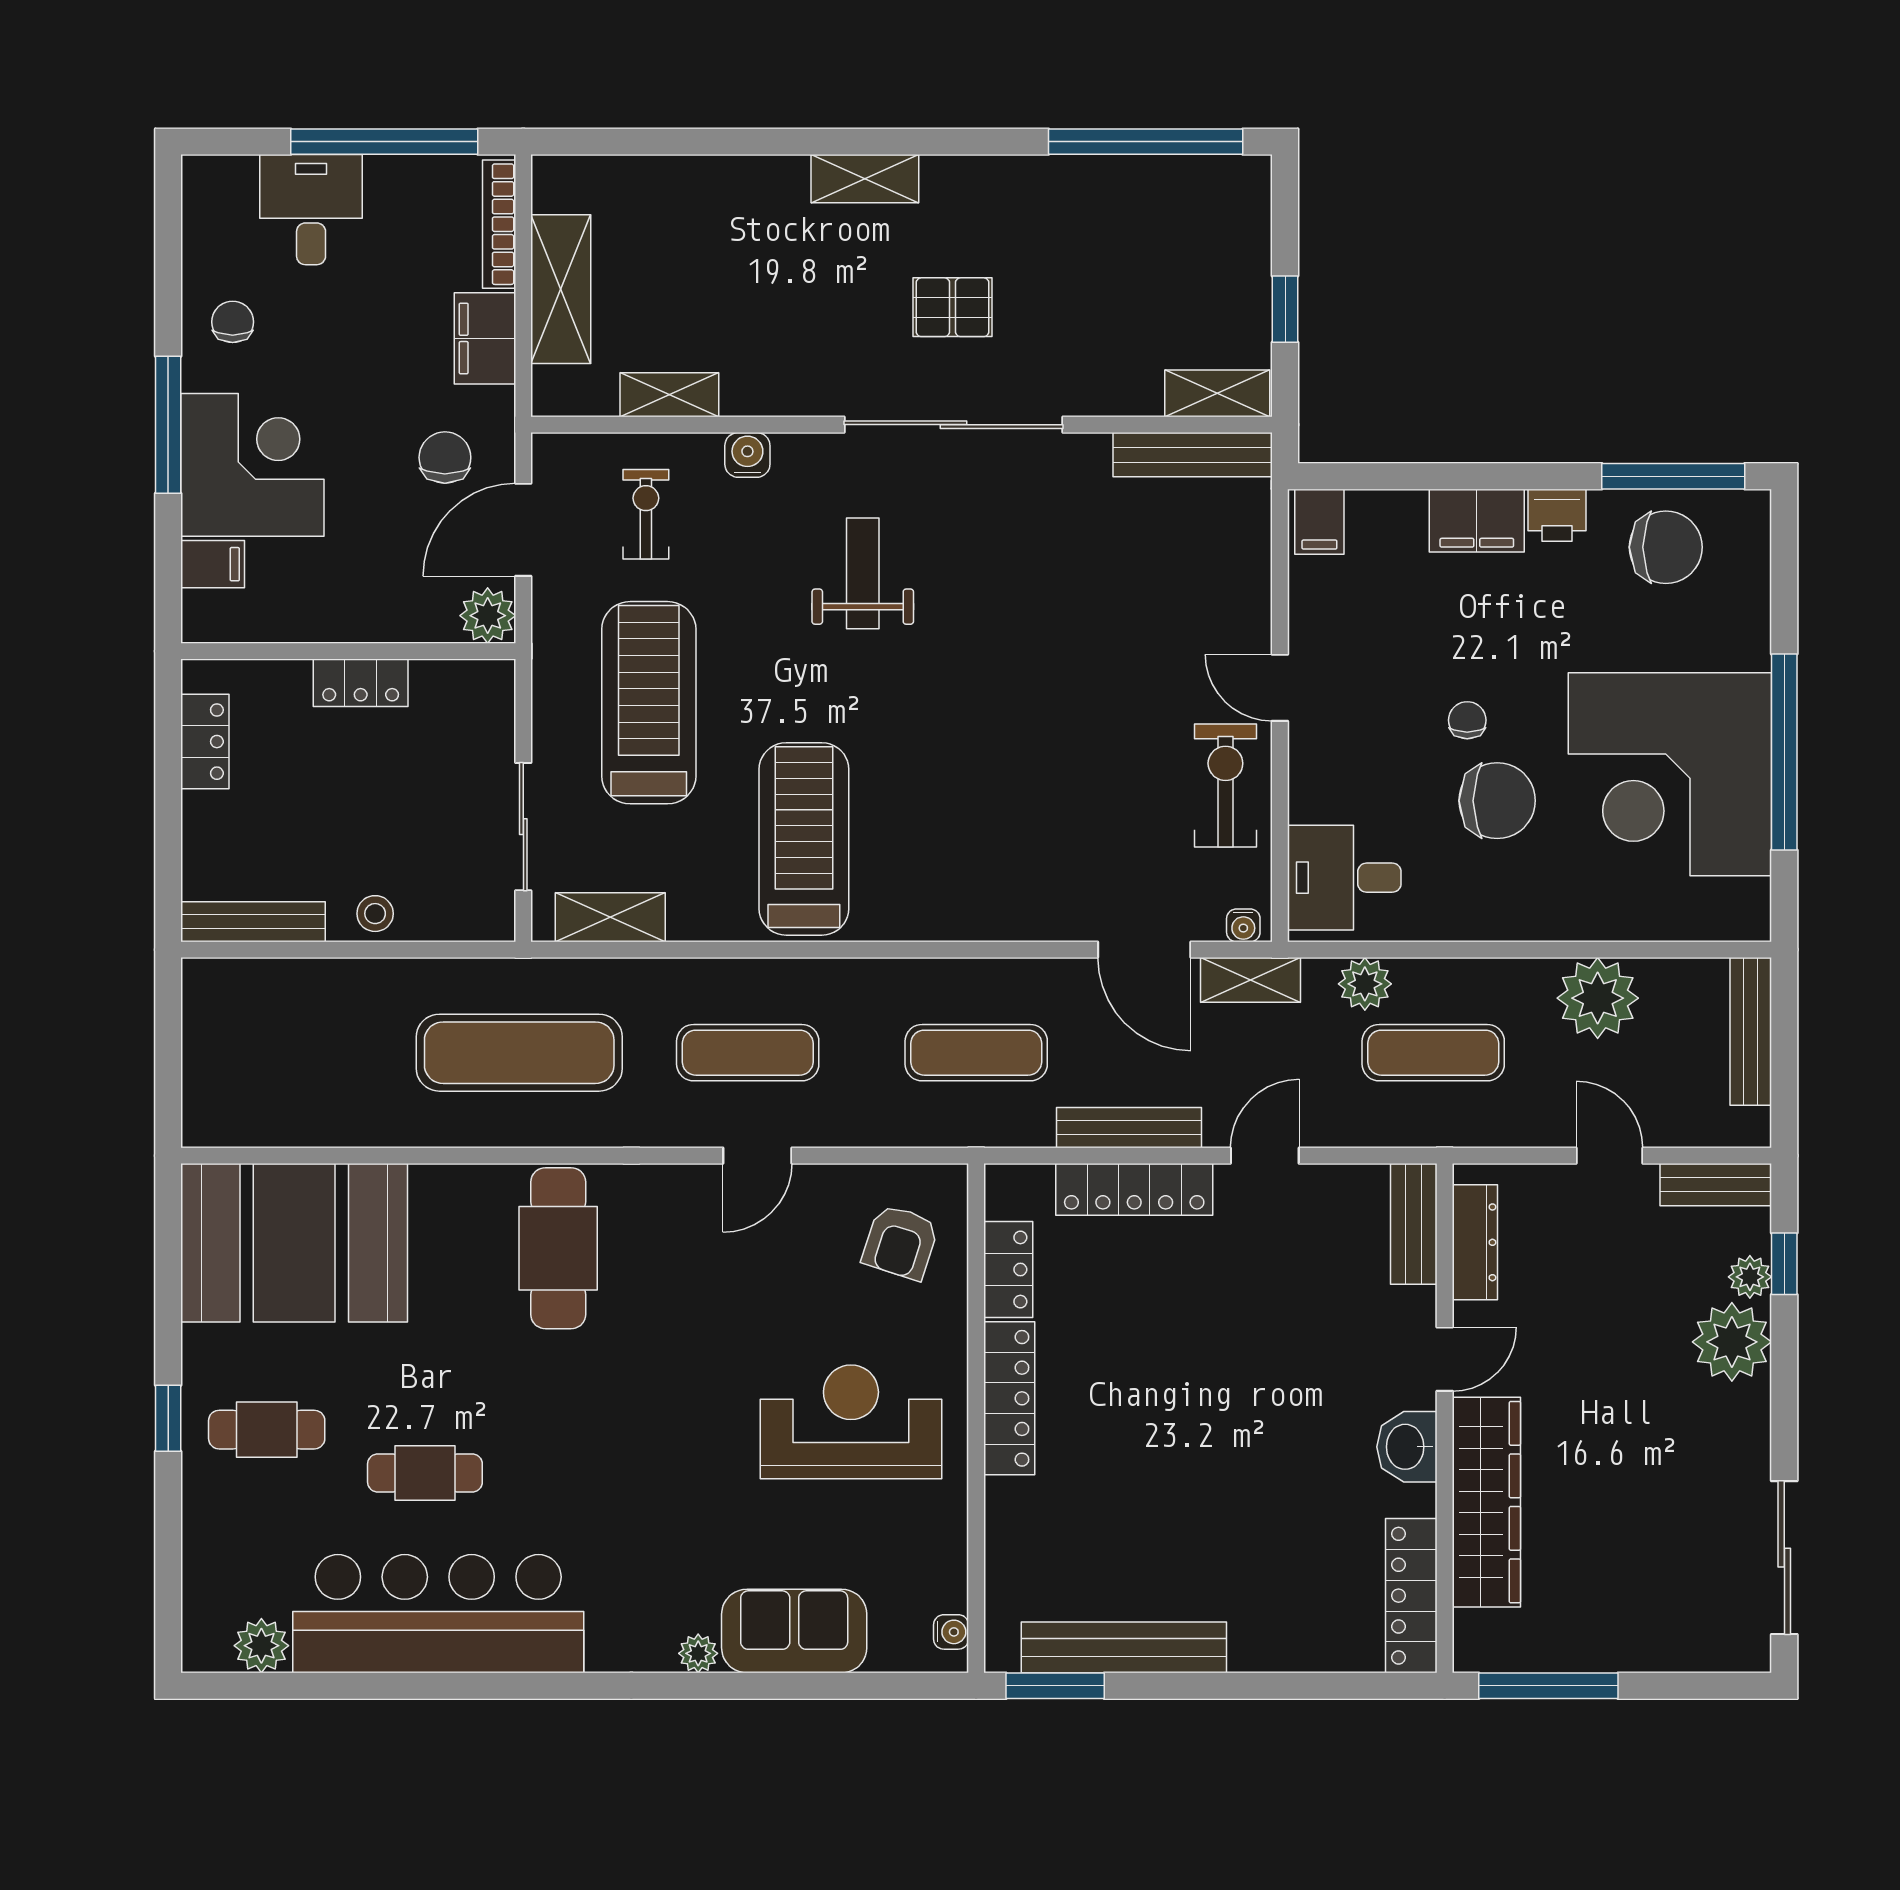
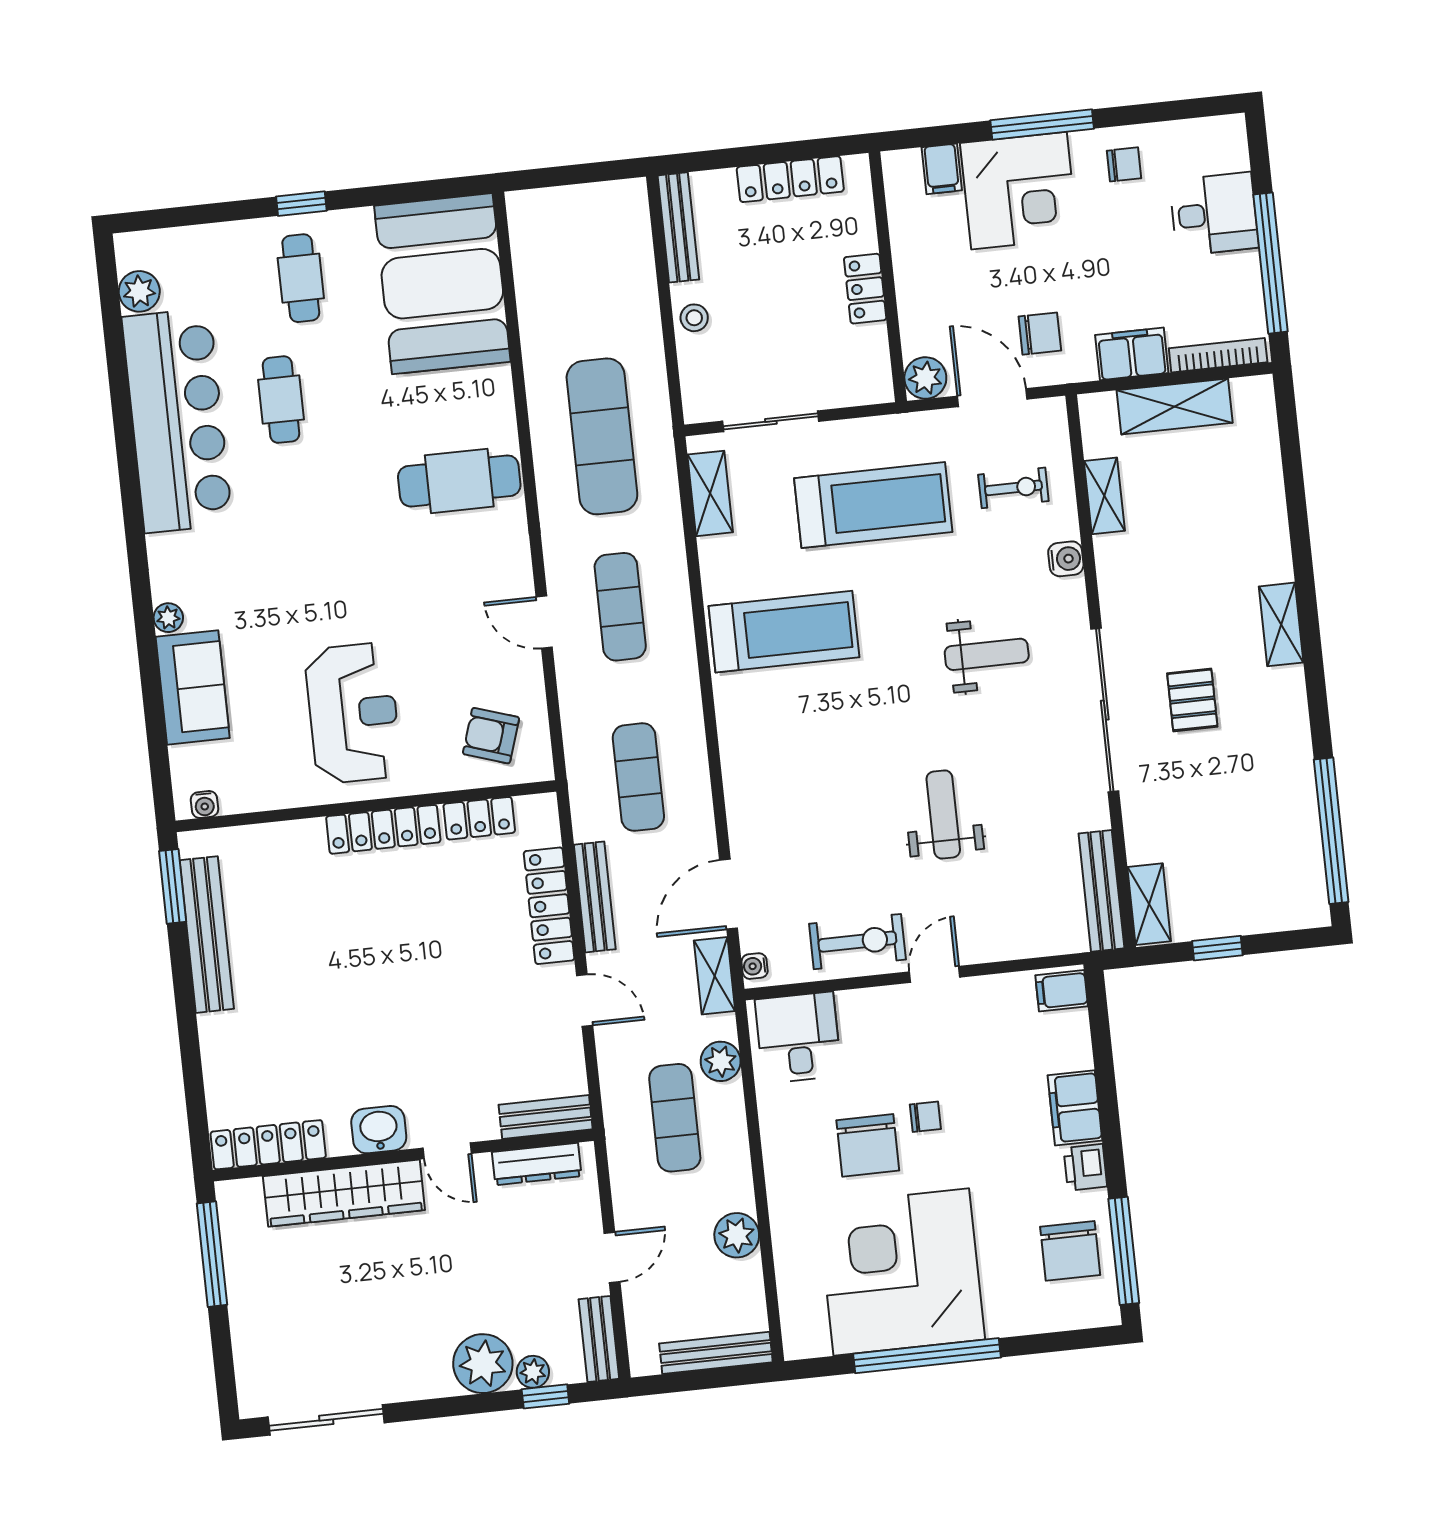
weight bench: (1069, 654) -> (943, 814), added
locker: (205, 742) -> (790, 179), width x1.53
plant: (1598, 998) -> (737, 1235), width x0.73, depth x0.73

